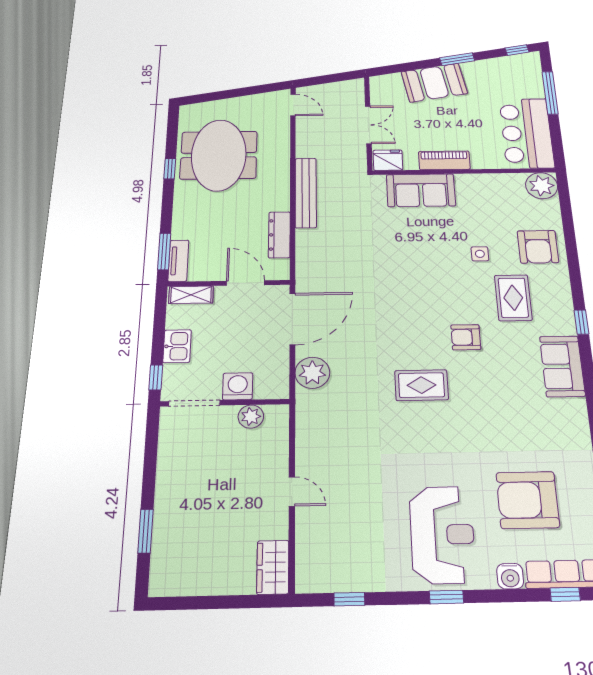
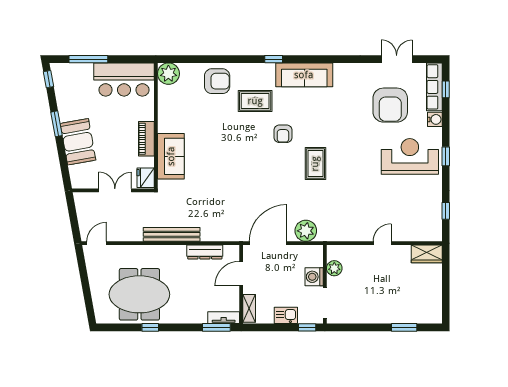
side table: (480, 254) -> (222, 120), removed
door: (292, 319) -> (268, 243), hinge flipped
sofa: (562, 366) -> (304, 75), width x1.36

